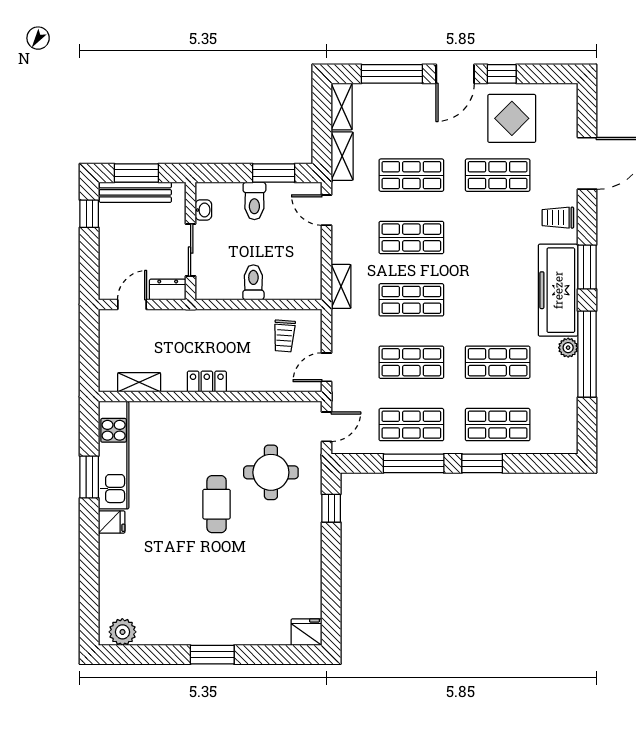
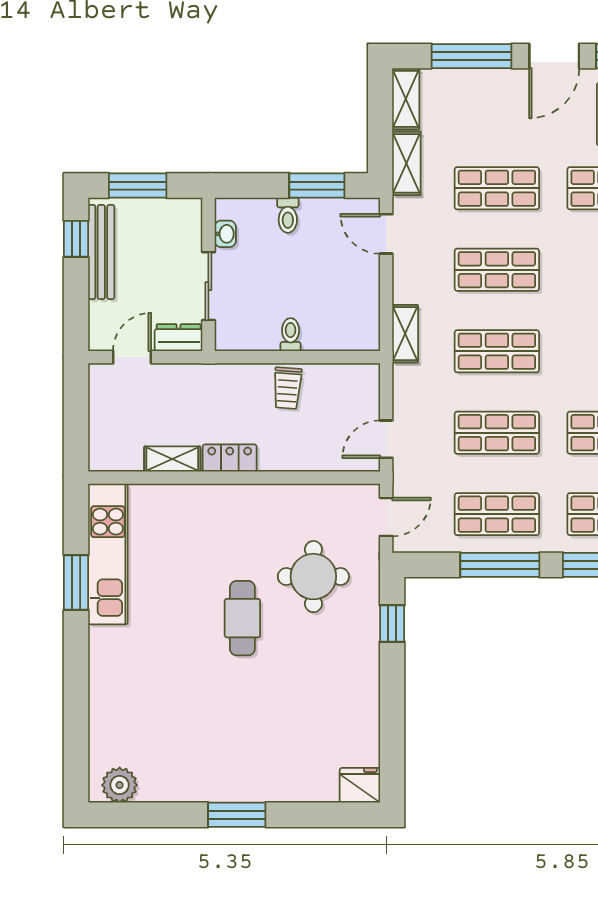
bench: (135, 192) -> (101, 252), moved, turned 90
toilet: (254, 201) -> (288, 215), width x0.73, depth x0.72
toilet: (253, 282) -> (291, 335), width x0.73, depth x0.72
trolley: (284, 336) -> (287, 388), moved
shelving: (139, 382) -> (172, 459), moved
fridge: (112, 522) -> (105, 641), removed

